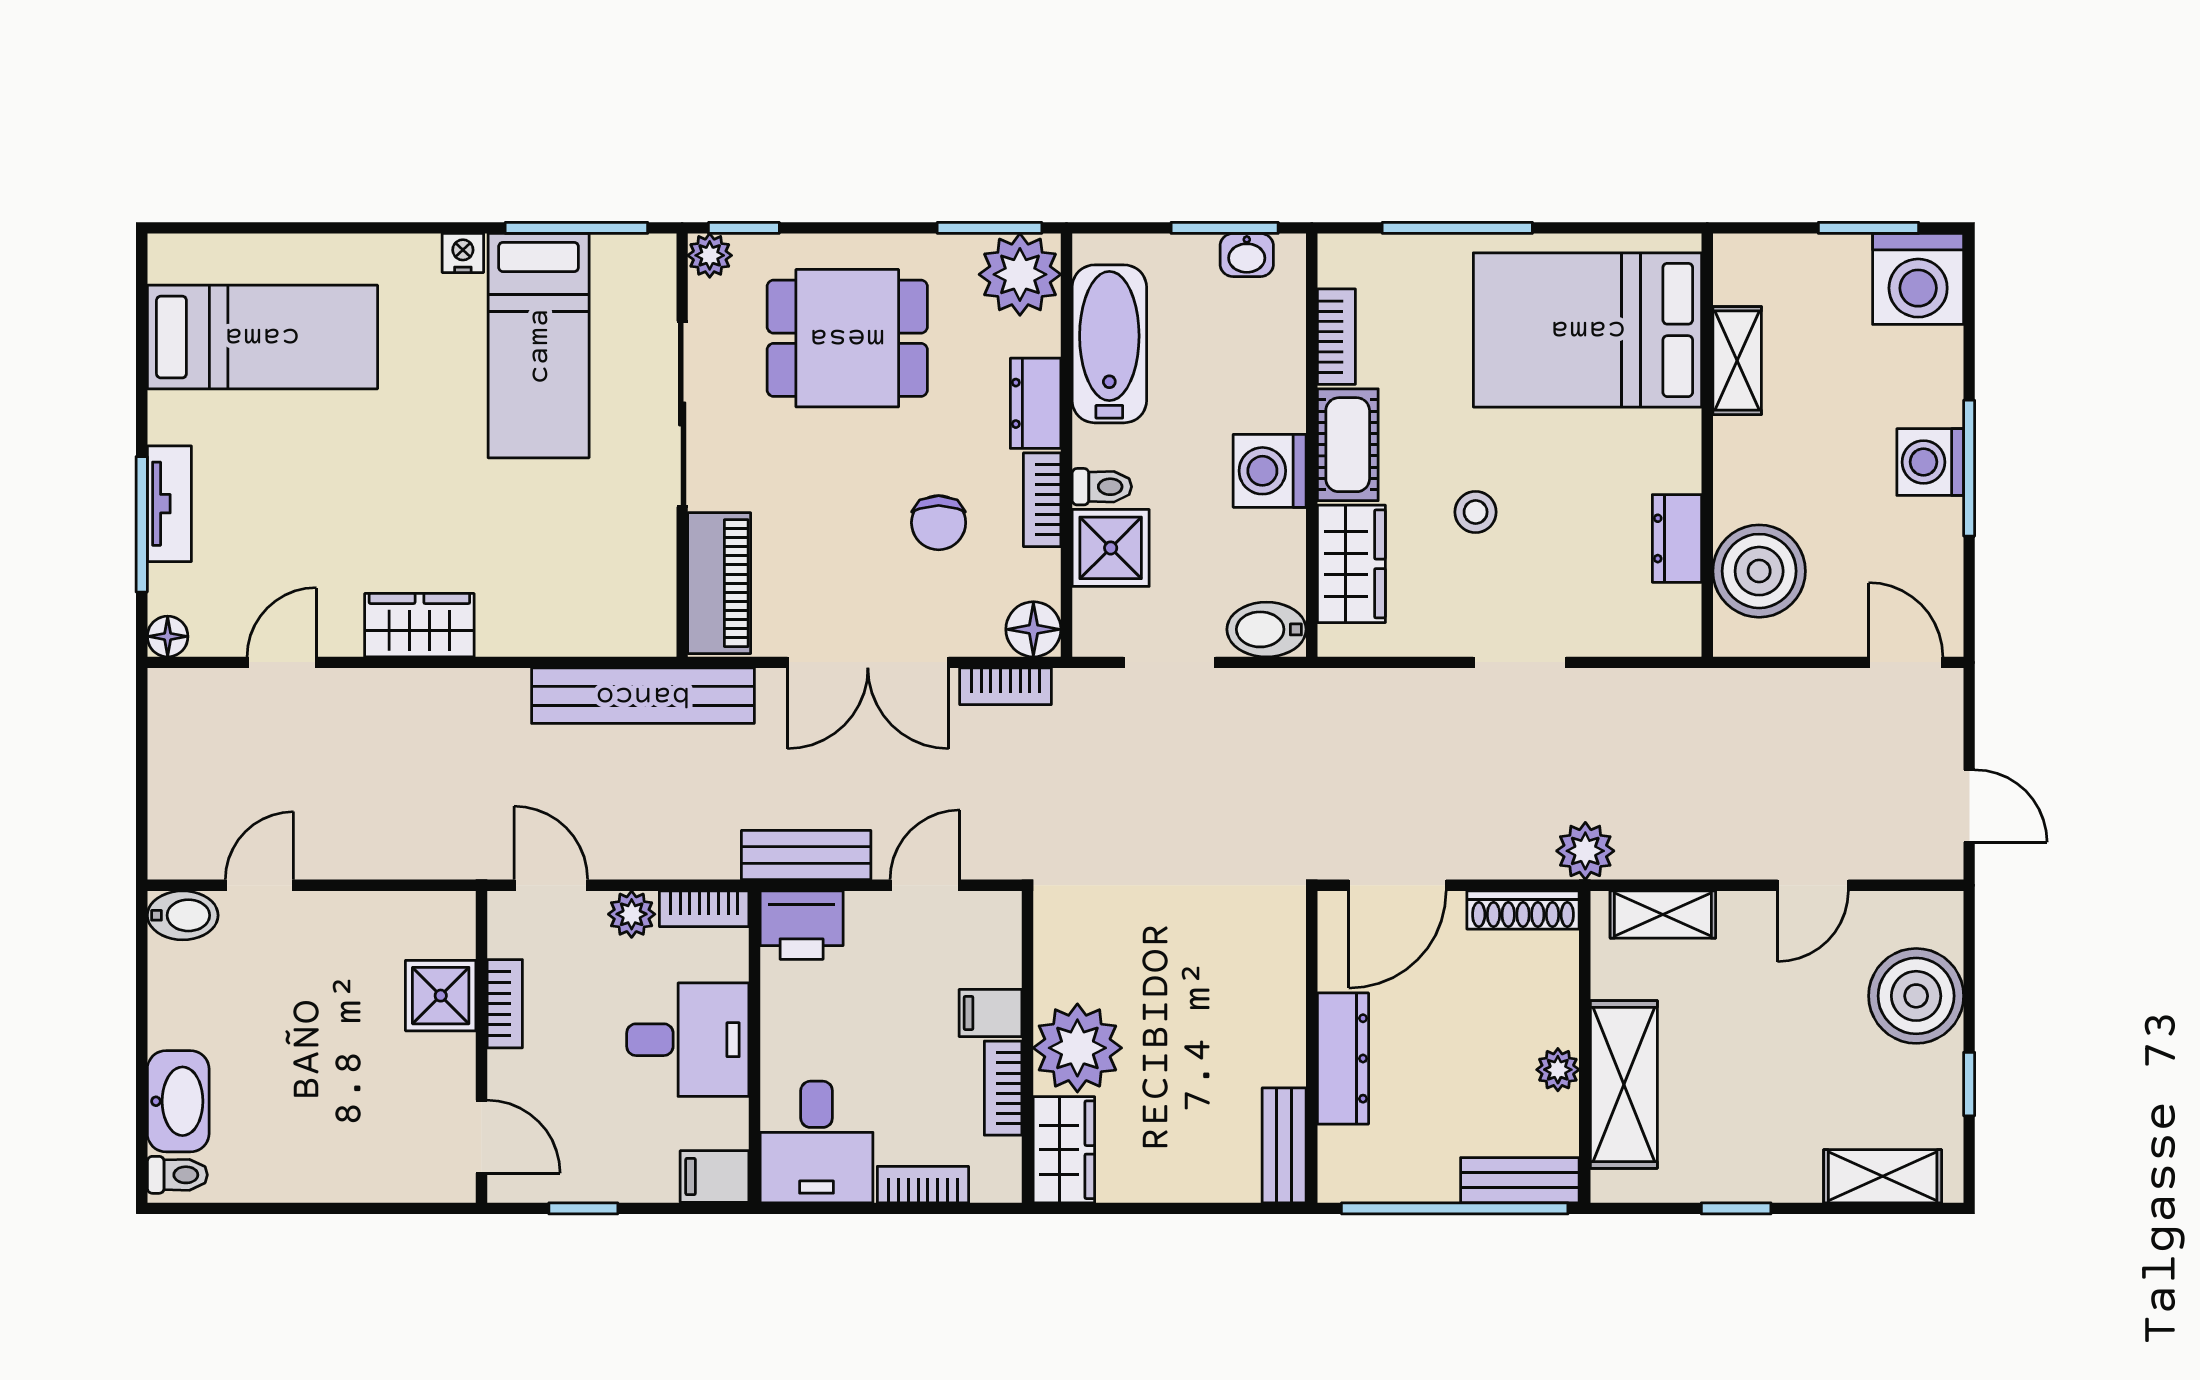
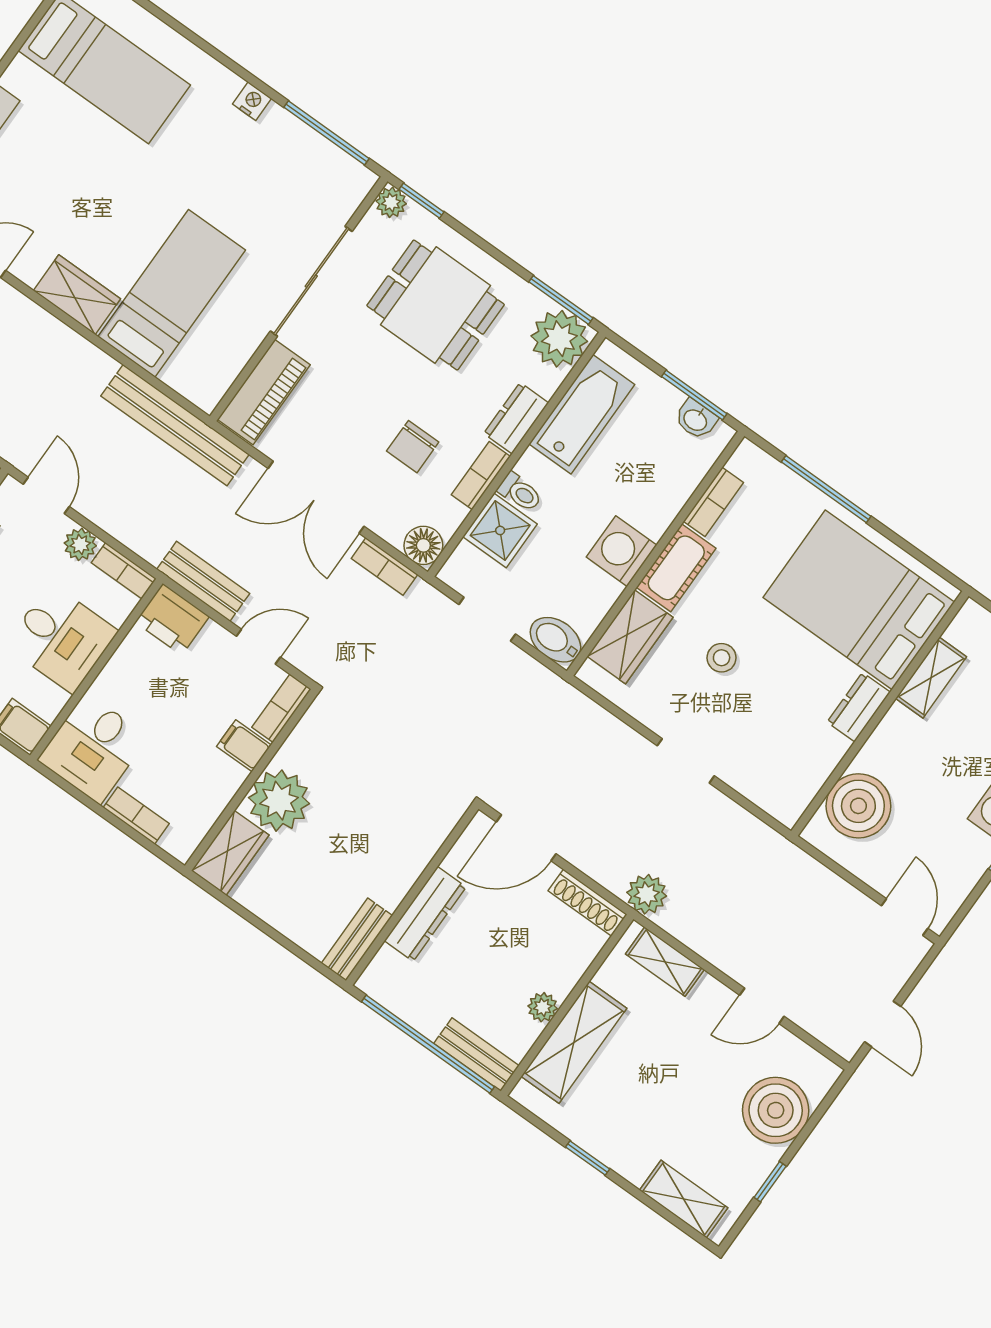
bed: (539, 346) -> (172, 293), moved, turned 180
dresser: (1677, 538) -> (859, 707), moved
bookcase: (1003, 1088) -> (281, 708), moved

